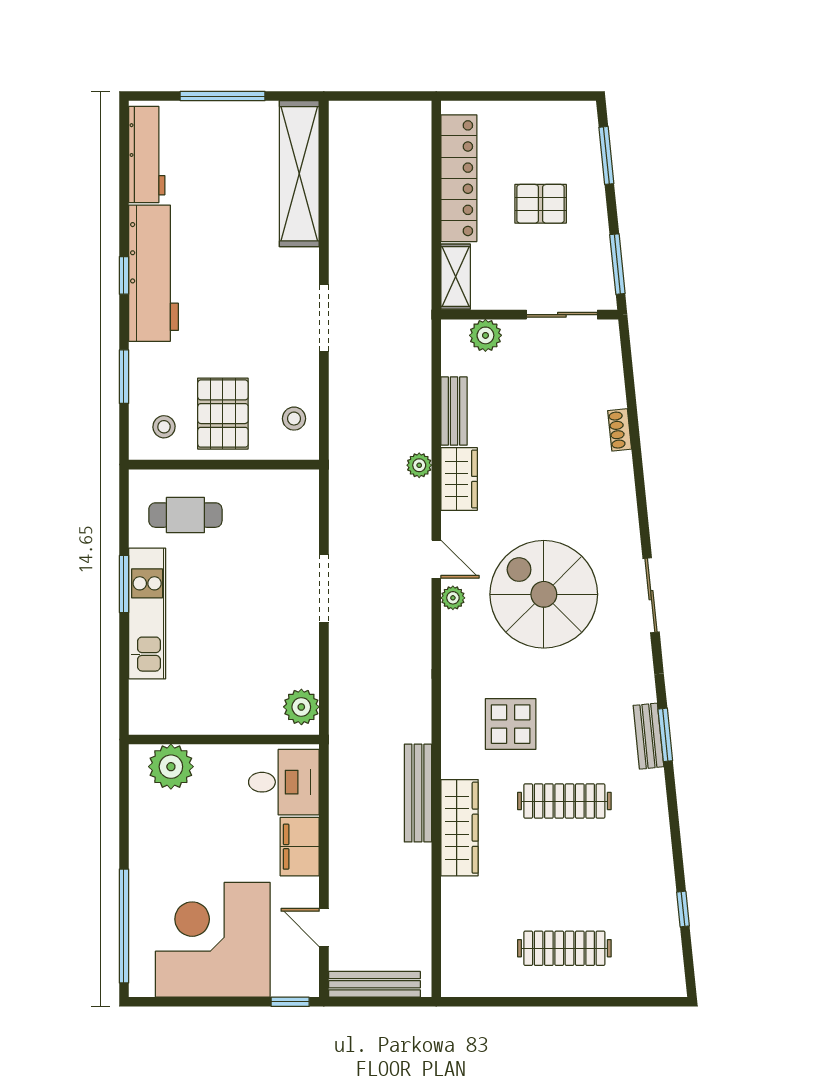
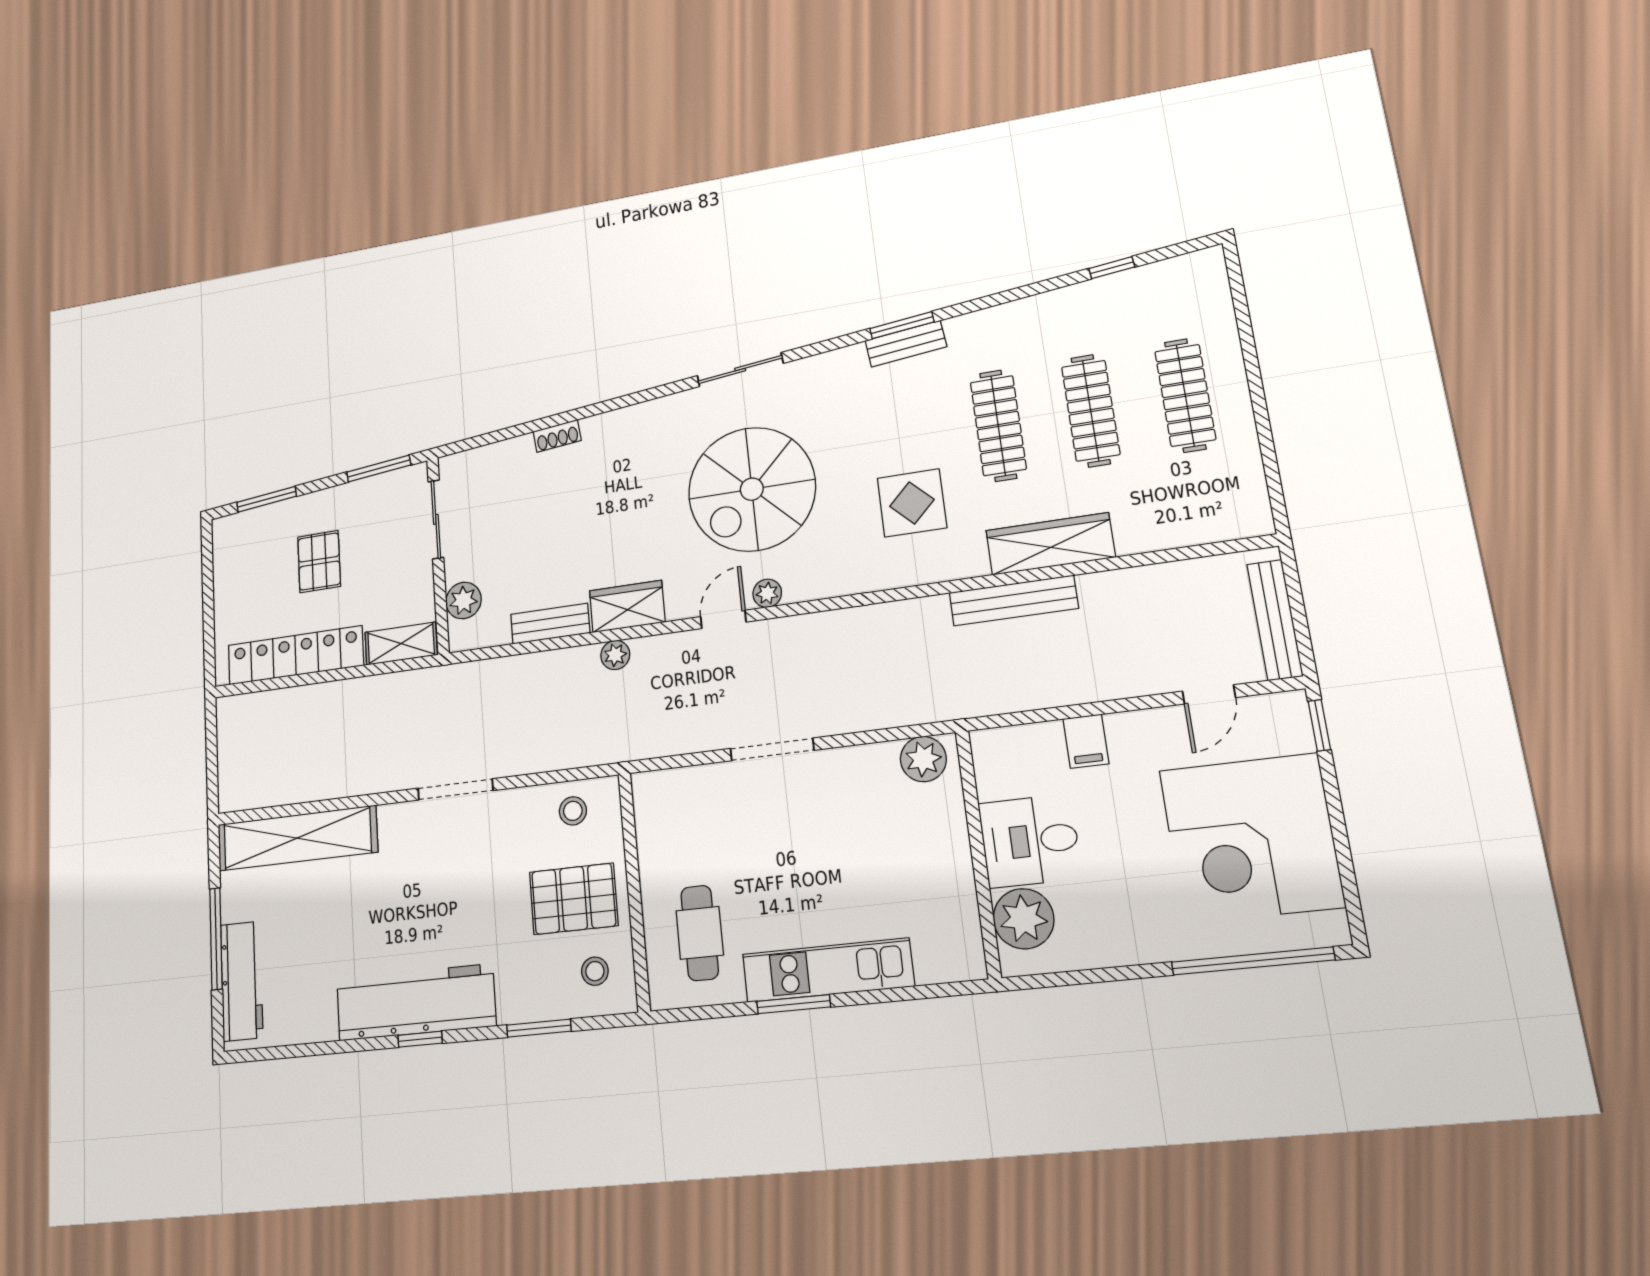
workbench: (147, 154) -> (242, 981), moved, turned 90
desk: (284, 782) -> (1030, 841), moved, turned -90
filing cabinet: (300, 847) -> (1086, 741), width x0.50
clothes rail: (564, 875) -> (1091, 411), added

